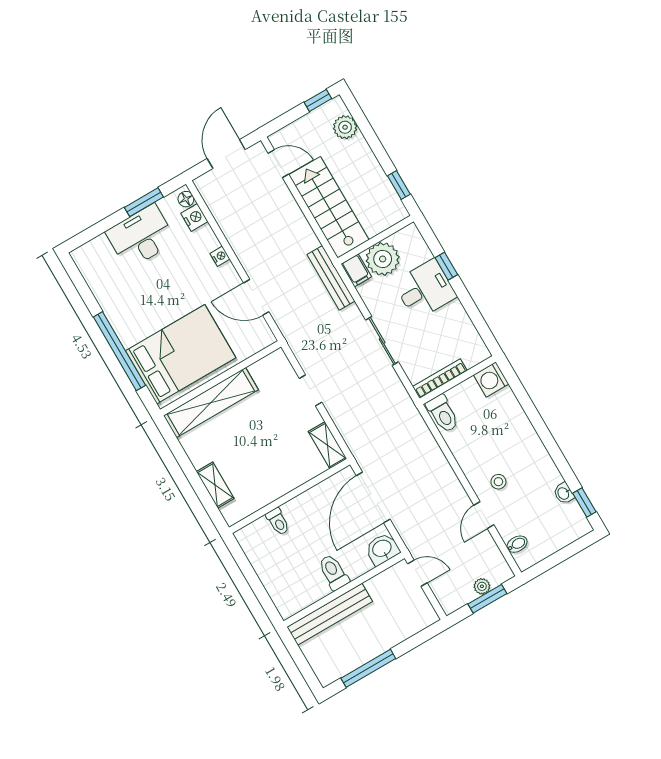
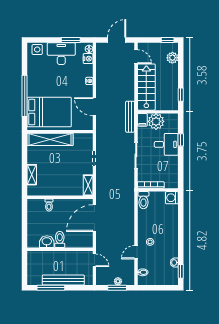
side table: (93, 254) -> (37, 49), added
washbasin: (382, 549) -> (47, 242), moved
bench: (330, 614) -> (63, 280), moved

